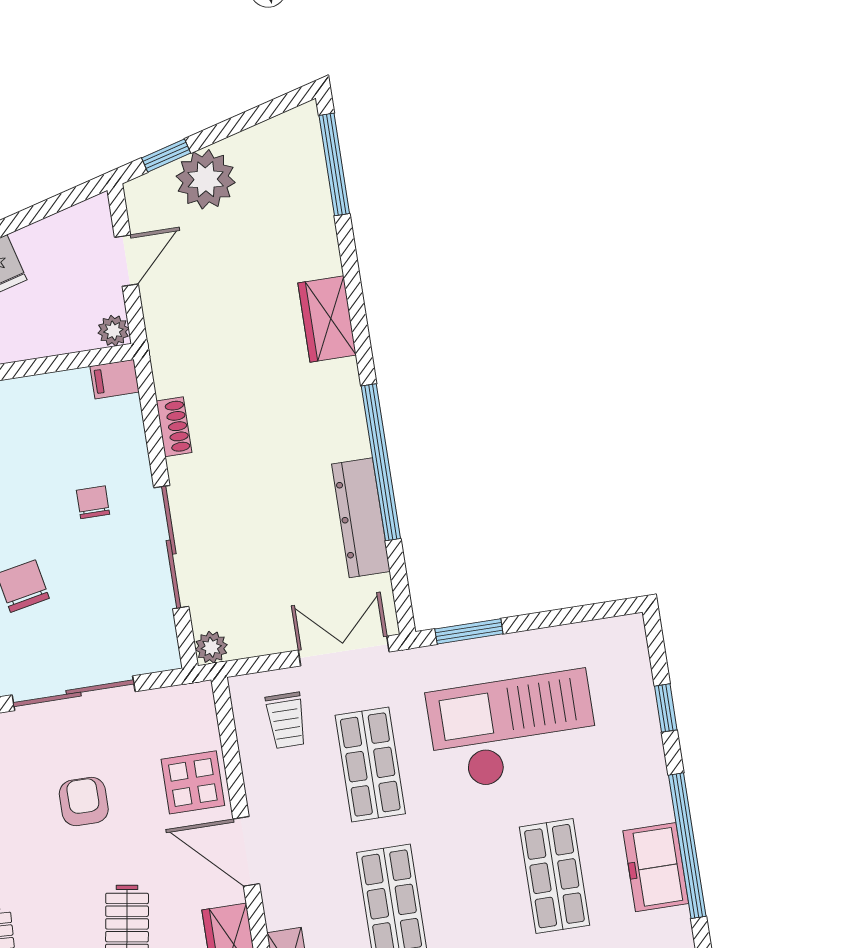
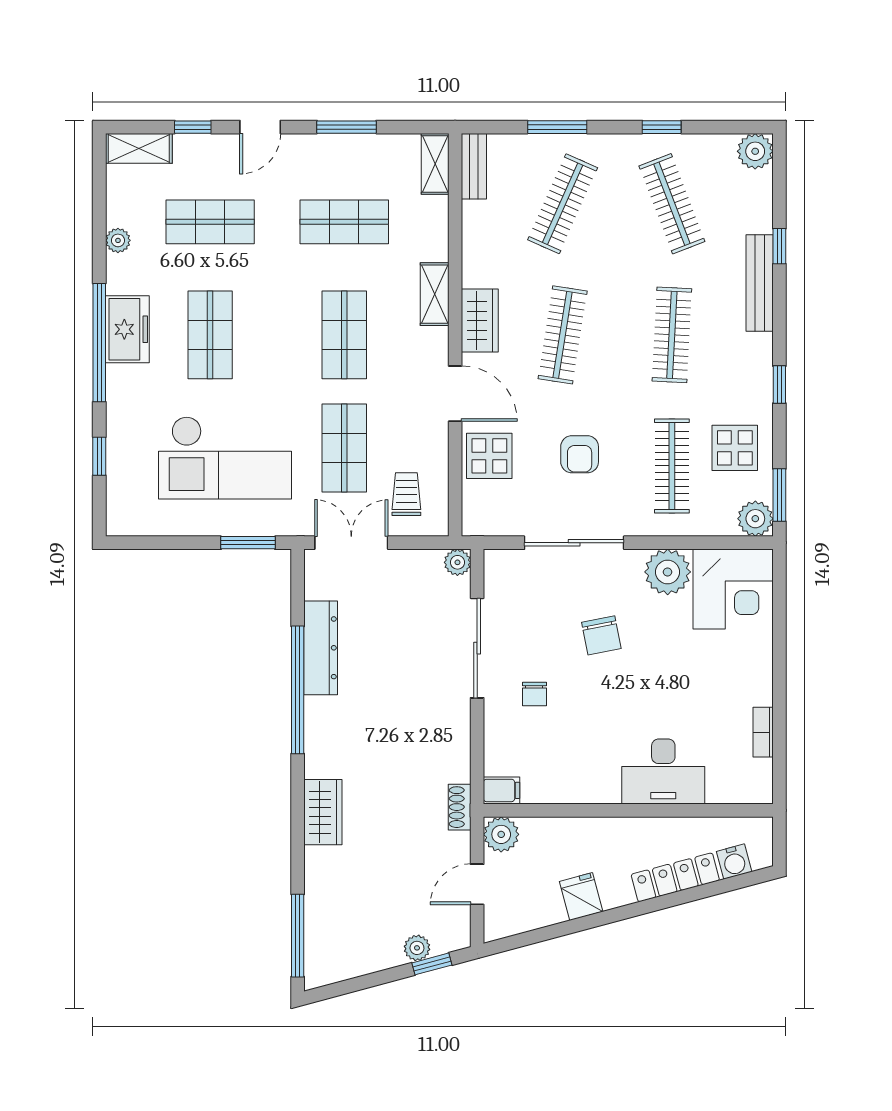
plant: (206, 179) -> (417, 948), width x0.53, depth x0.53
plant: (113, 331) -> (501, 834), width x1.38, depth x1.38
shoe rack: (174, 427) -> (460, 807), moved
double door: (344, 651) -> (351, 543), swing flipped

